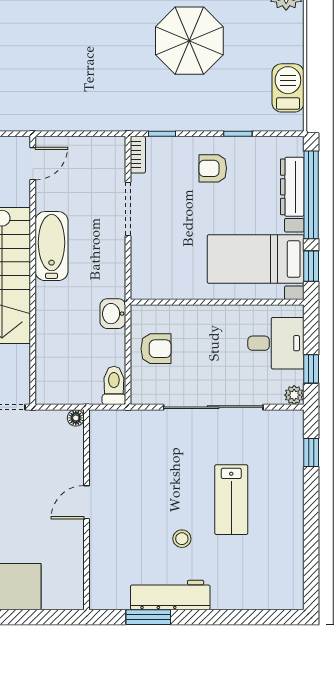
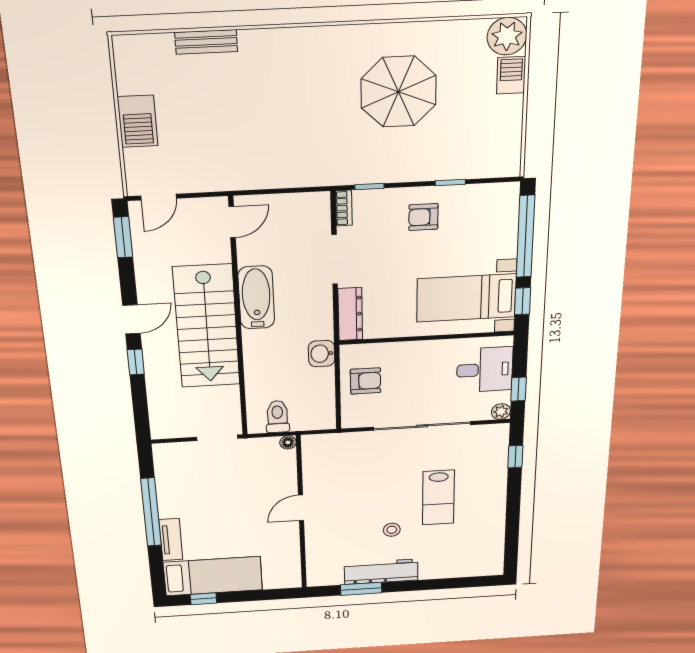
barbecue: (288, 88) -> (511, 75), moved, width x0.73, depth x0.79
dresser: (292, 187) -> (350, 314), moved, turned 180
toilet: (114, 385) -> (277, 417), moved

